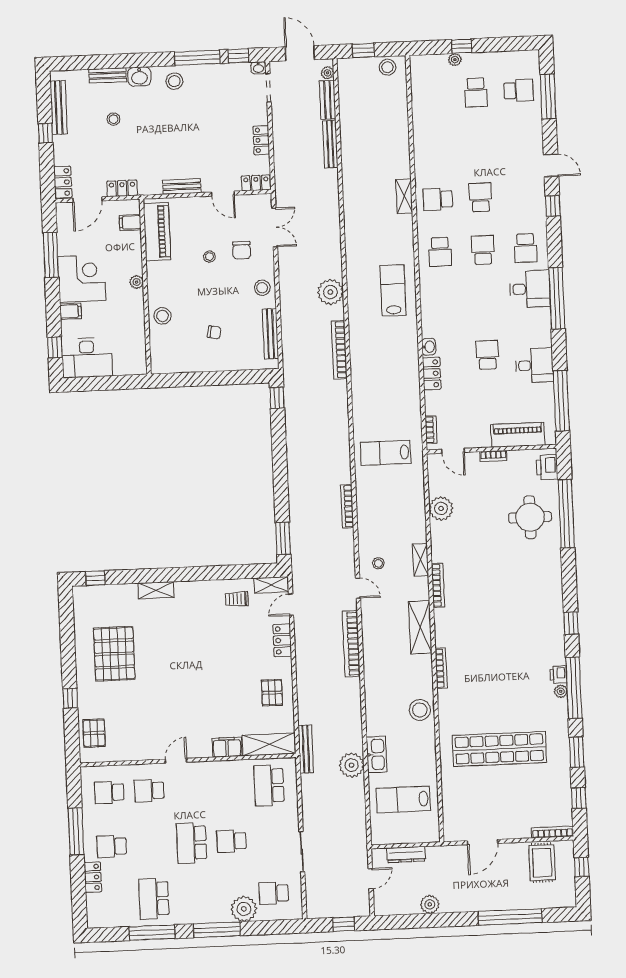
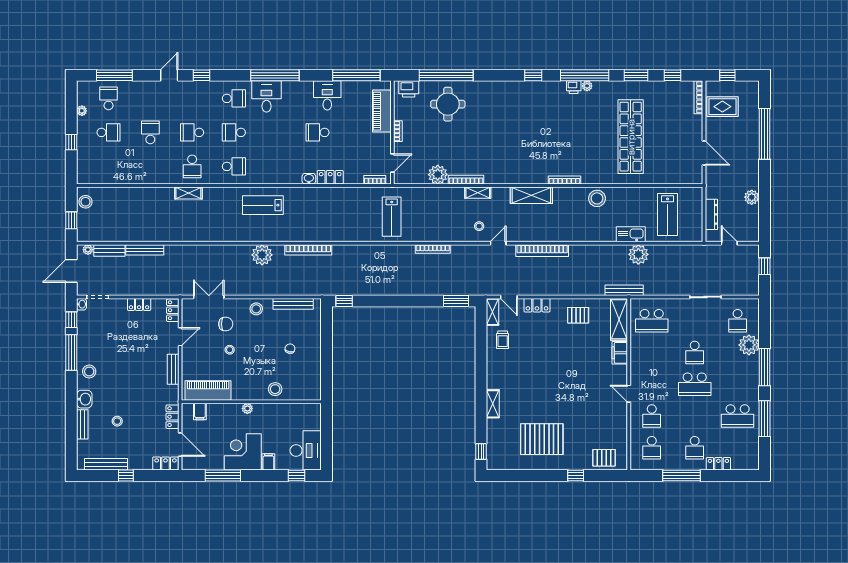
plant: (455, 60) -> (82, 111), moved
school desk: (478, 145) -> (150, 132), added
bookcase: (438, 585) -> (466, 180), moved

